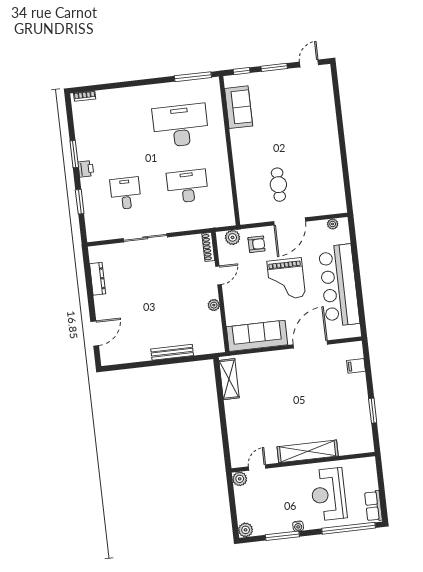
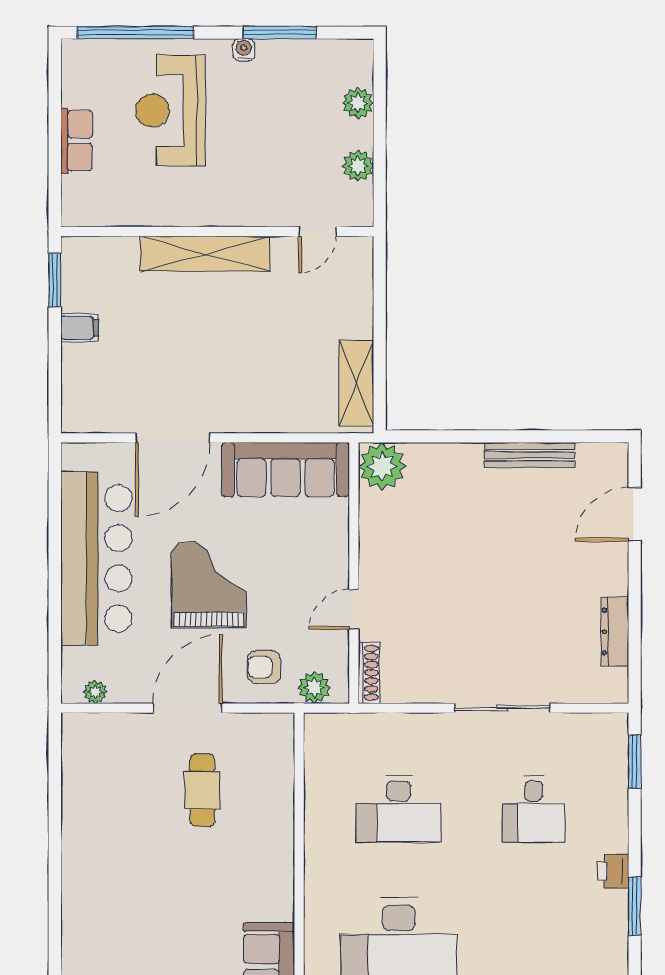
window: (80, 202) -> (635, 762), moved
plant: (214, 305) -> (382, 466), moved, width x1.88, depth x1.88
bench: (172, 352) -> (530, 455), moved
filing cabinet: (356, 366) -> (80, 328), moved
shelving: (308, 451) -> (205, 254), moved
wall: (303, 462) -> (217, 232), moved
door: (257, 467) -> (317, 232), moved
reception desk: (328, 494) -> (170, 111), turned 180
row of seats: (373, 506) -> (77, 141), moved
plant: (246, 530) -> (358, 103), moved

